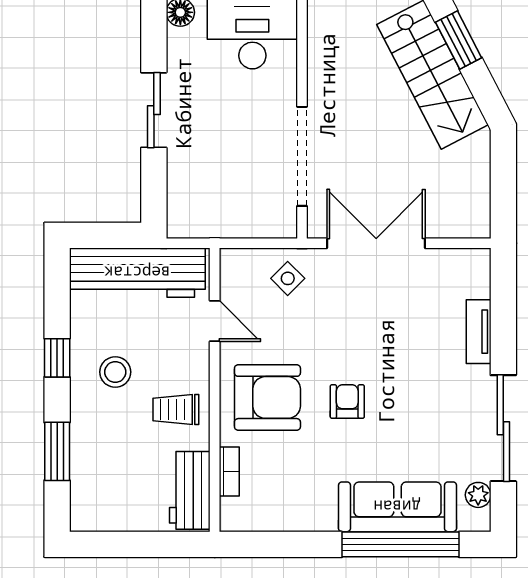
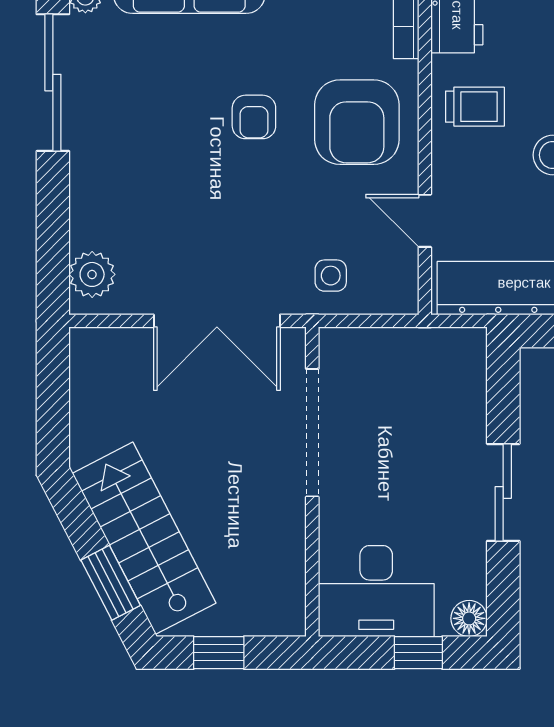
side table: (288, 278) -> (331, 276), turned 45
plant: (473, 279) -> (92, 274), added
tv unit: (479, 332) -> (85, 207), removed
armchair: (267, 397) -> (357, 122), turned -90

